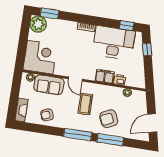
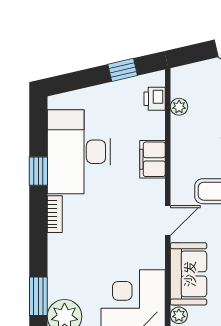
window: (127, 26) -> (38, 171), moved
window: (147, 50) -> (123, 70), moved
printer: (120, 80) -> (155, 99), moved

